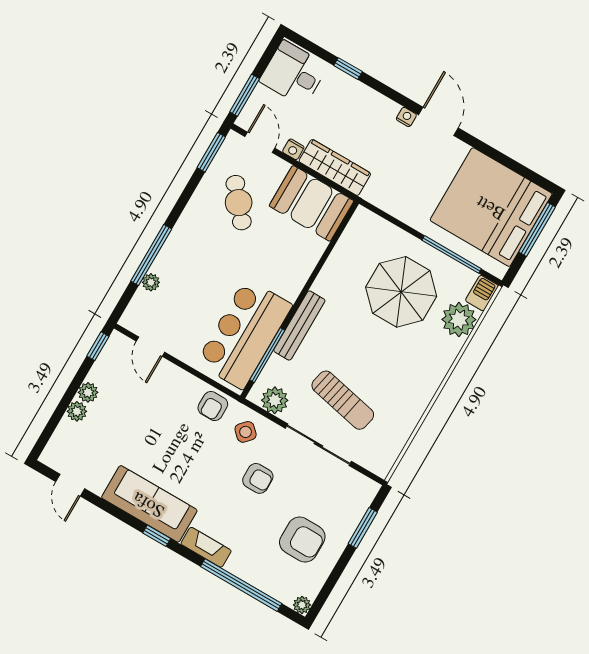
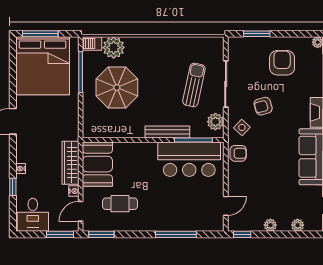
nightstand: (406, 117) -> (21, 169), moved
cafe table: (239, 203) -> (120, 204), turned 40
plant: (151, 282) -> (191, 226), removed
plant: (77, 411) -> (298, 225), moved
armchair: (258, 478) -> (263, 106), turned -105

